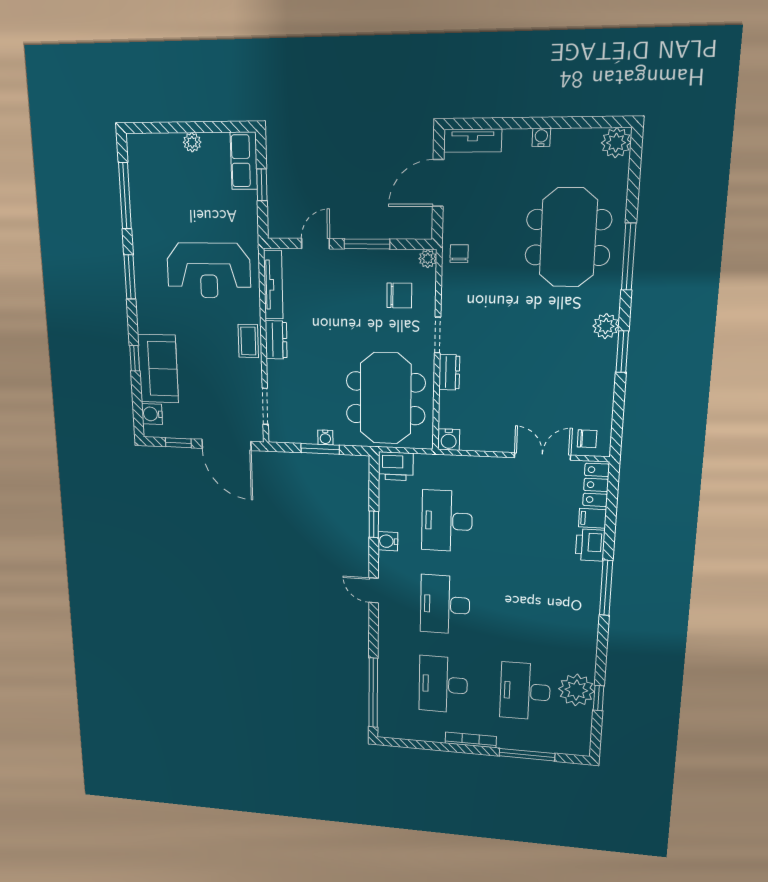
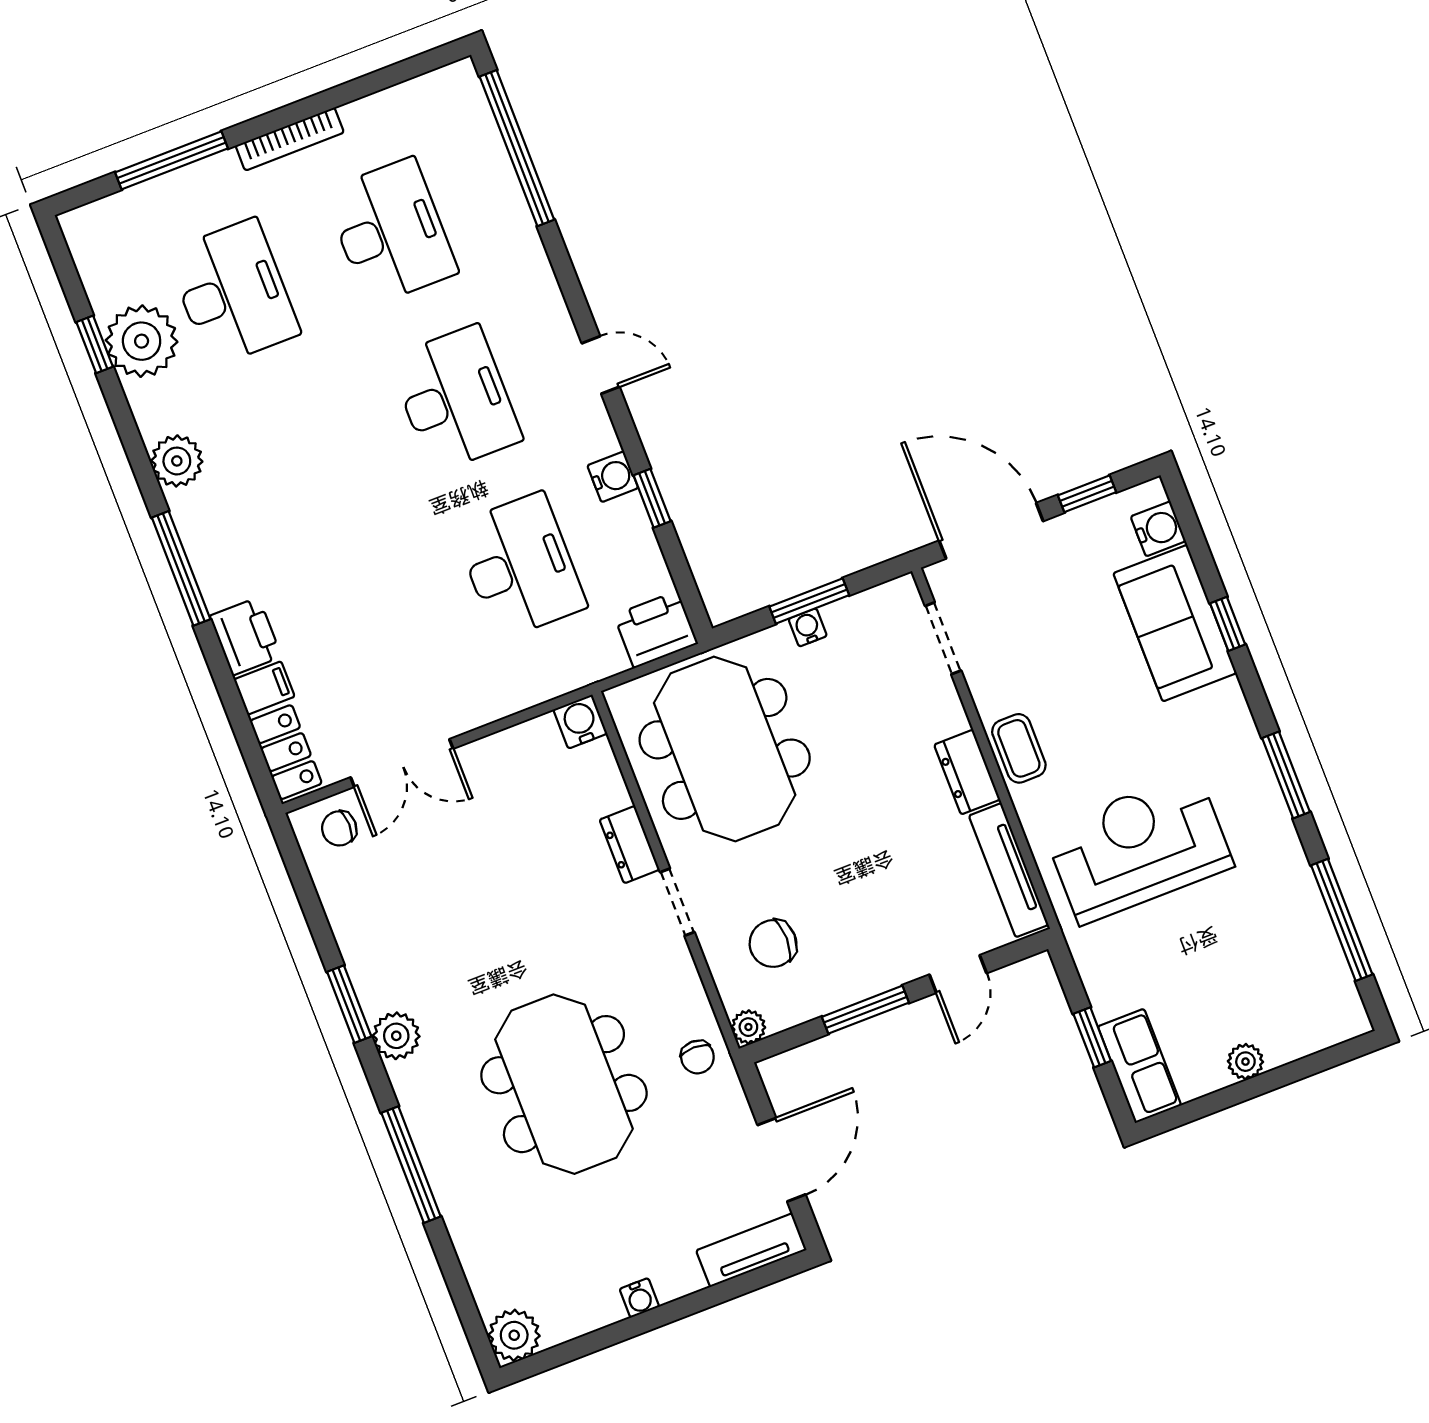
meeting table: (568, 237) -> (564, 1084), moved
plant: (585, 634) -> (177, 461), added

